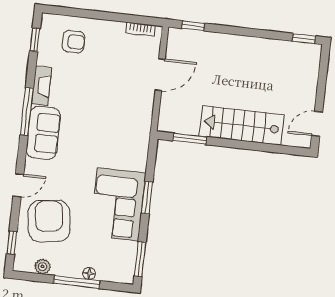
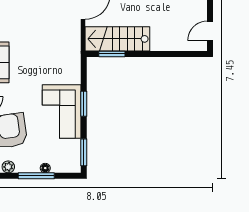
stairs: (242, 125) -> (117, 39), moved

